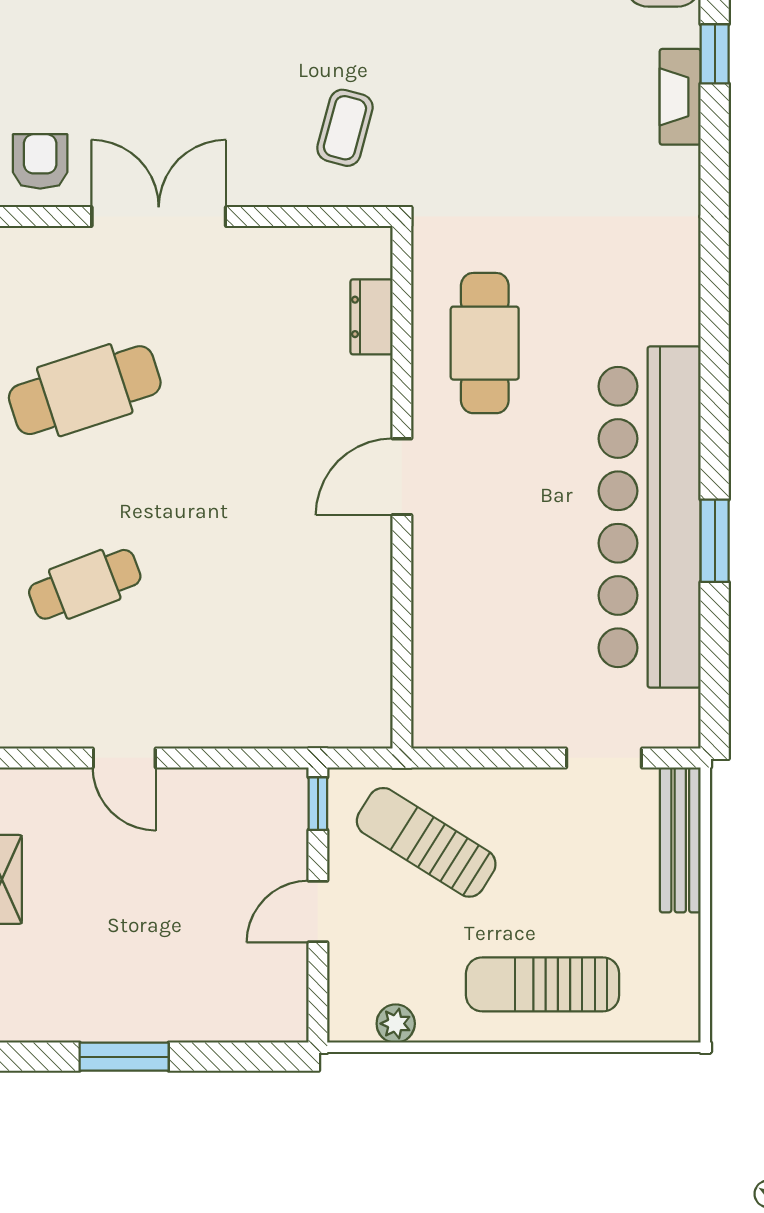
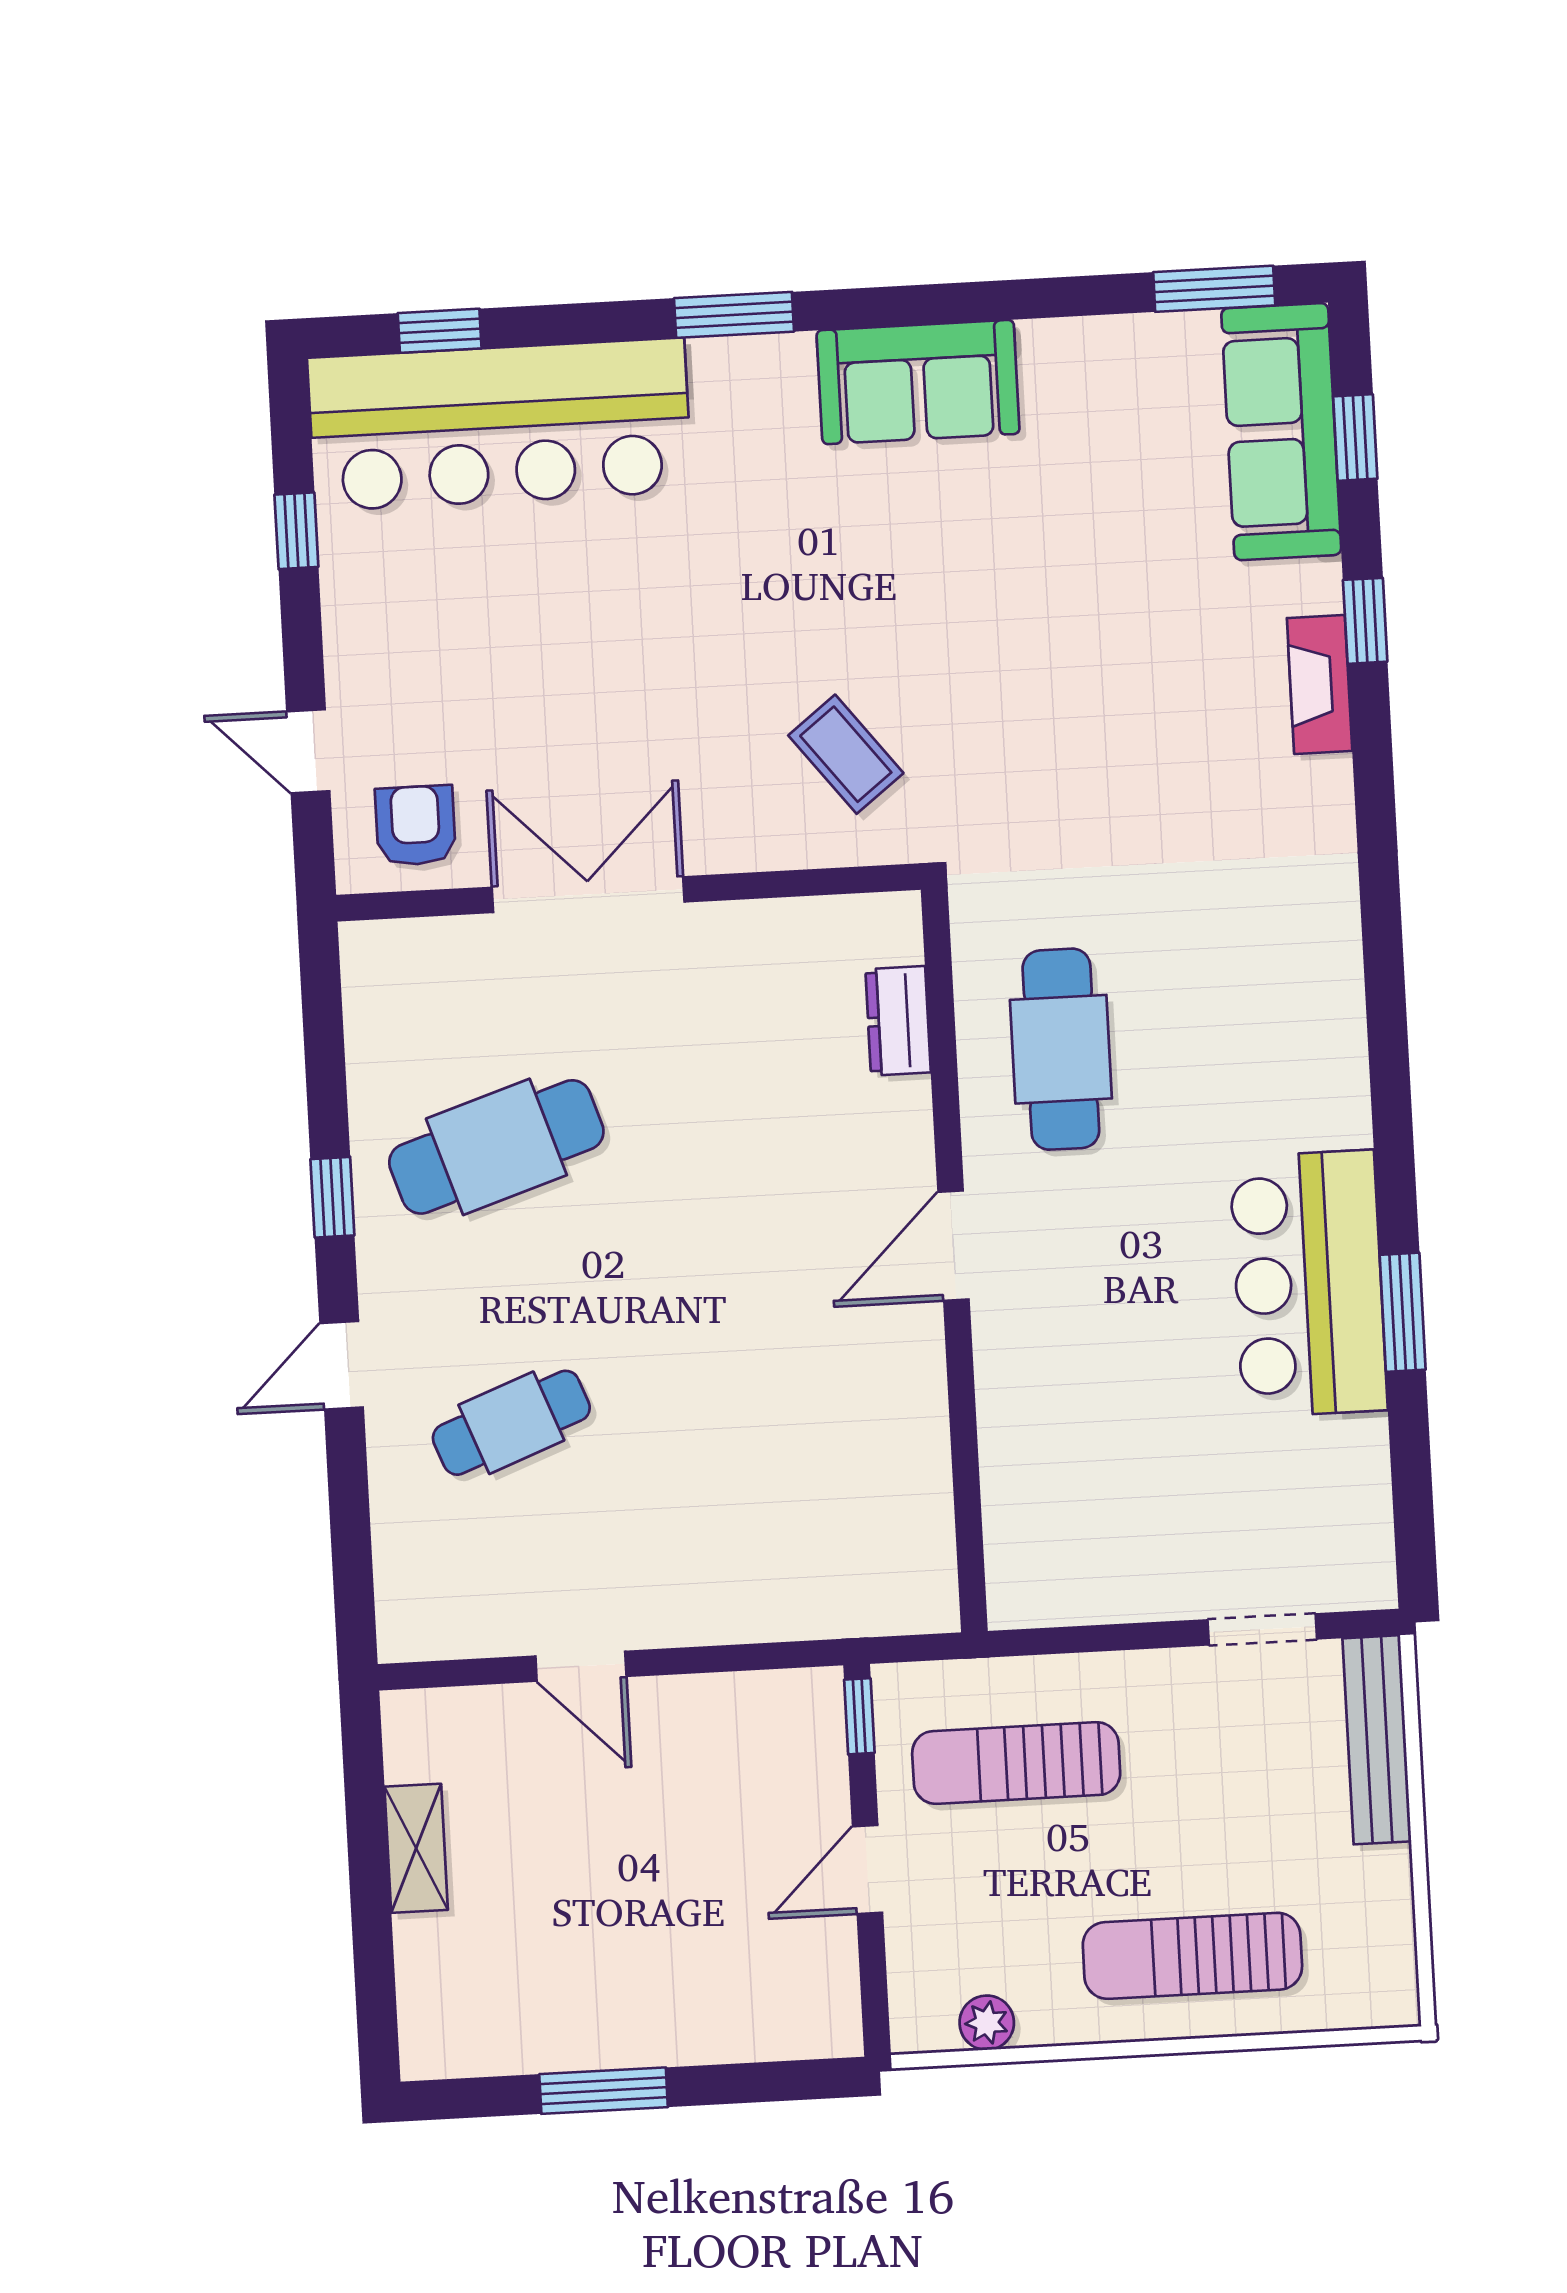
coffee table: (345, 128) -> (846, 754), turned -53
bar counter: (650, 517) -> (1308, 1284), width x0.54
sun lounger: (426, 842) -> (1016, 1763), turned -32

